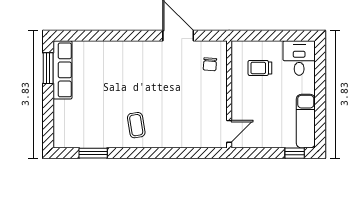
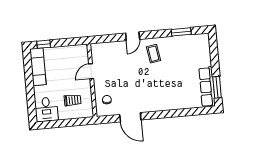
door: (229, 131) -> (91, 71), moved
door: (164, 153) -> (133, 36), added

